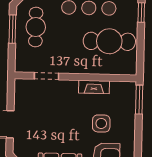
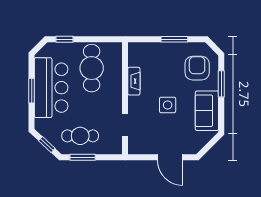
window: (139, 100) -> (174, 39), moved
side table: (101, 123) -> (168, 105), moved

